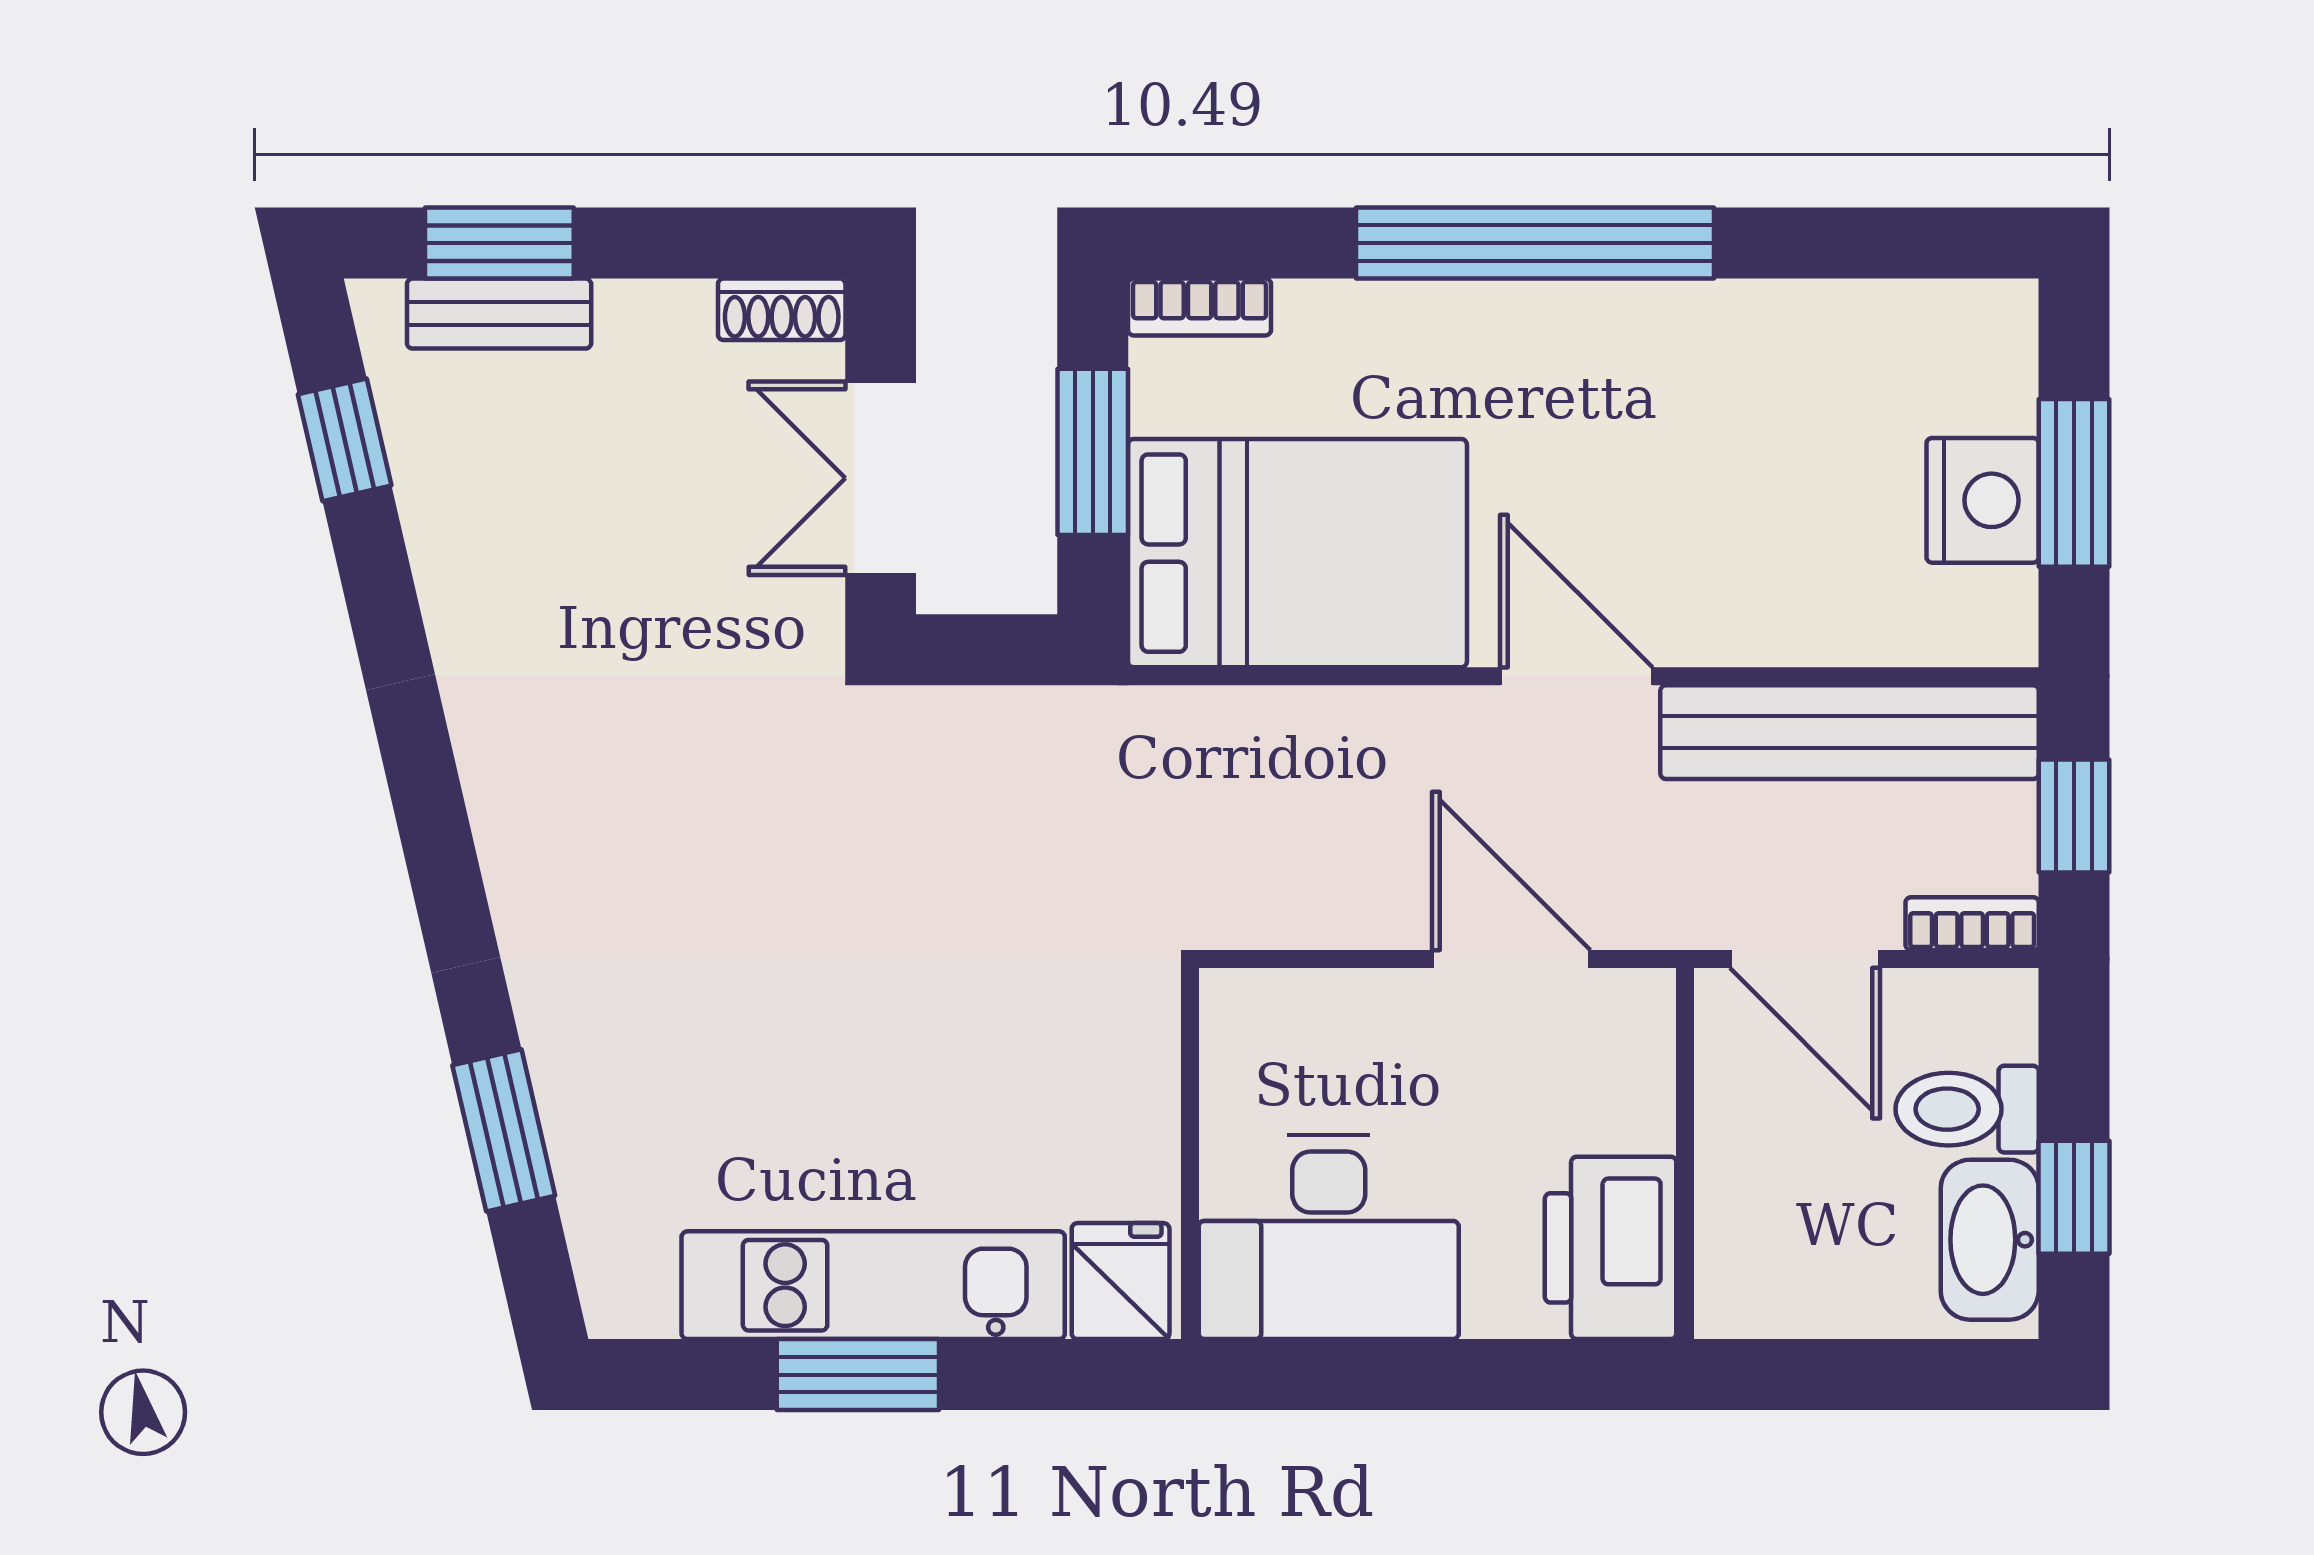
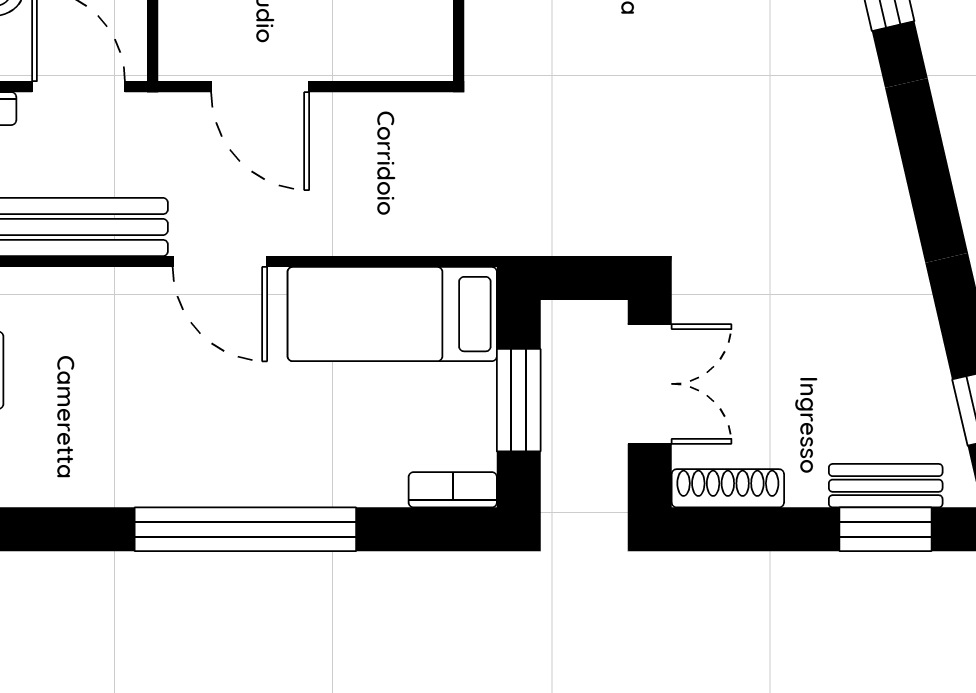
shoe rack: (782, 309) -> (728, 488), width x1.43
bed: (1297, 553) -> (392, 314), width x0.67

